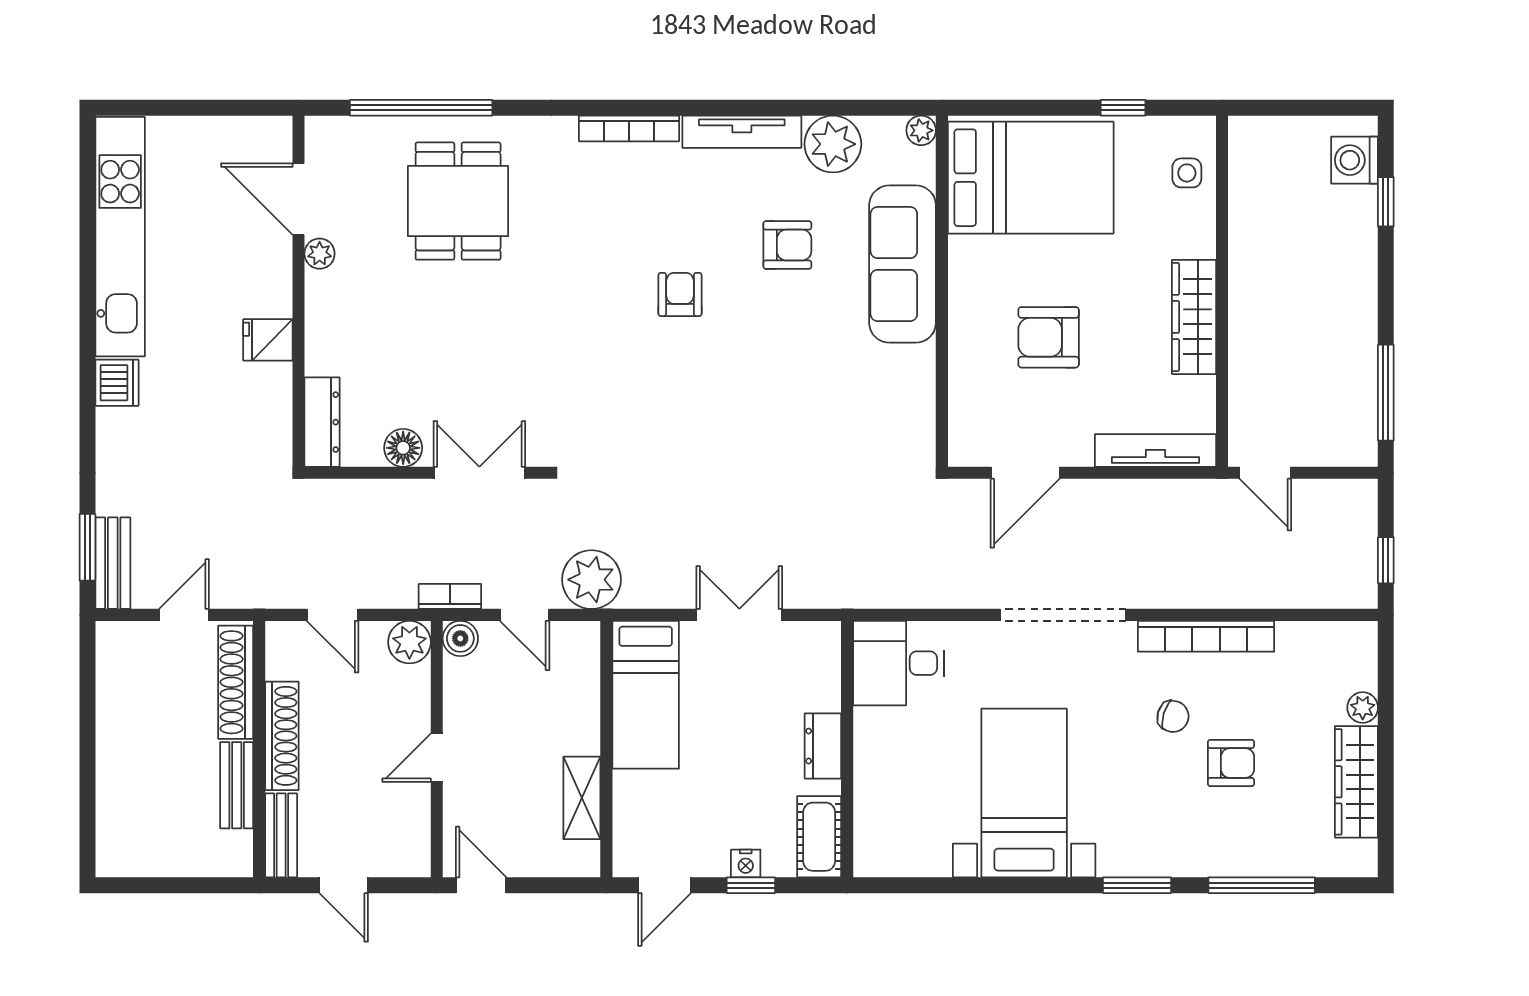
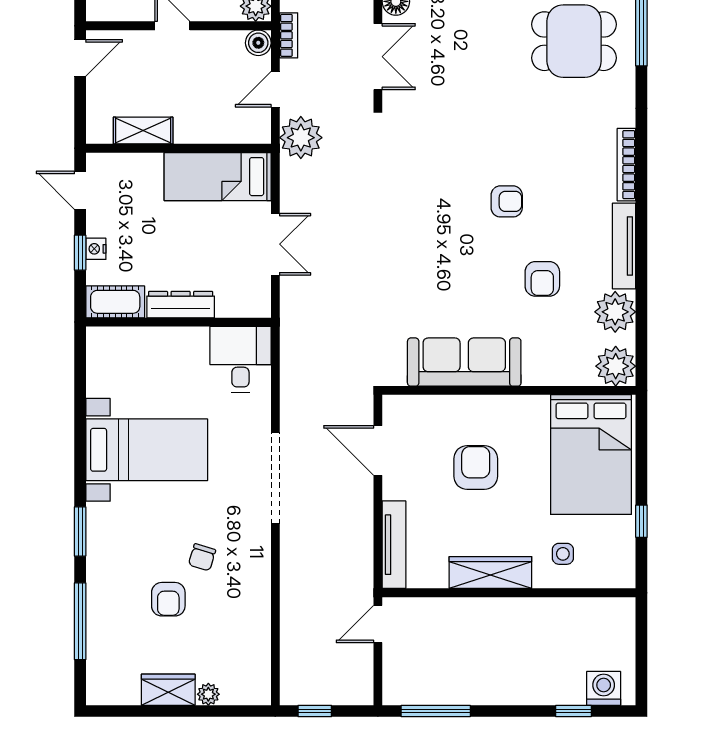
plant: (921, 130) -> (616, 366), width x1.87, depth x1.87
side table: (1187, 173) -> (563, 554), moved
sofa: (903, 264) -> (464, 362), moved
bookcase: (1206, 636) -> (260, 581), removed
dresser: (823, 746) -> (181, 305), width x1.44
wardrobe: (1356, 782) -> (168, 690), width x0.67

